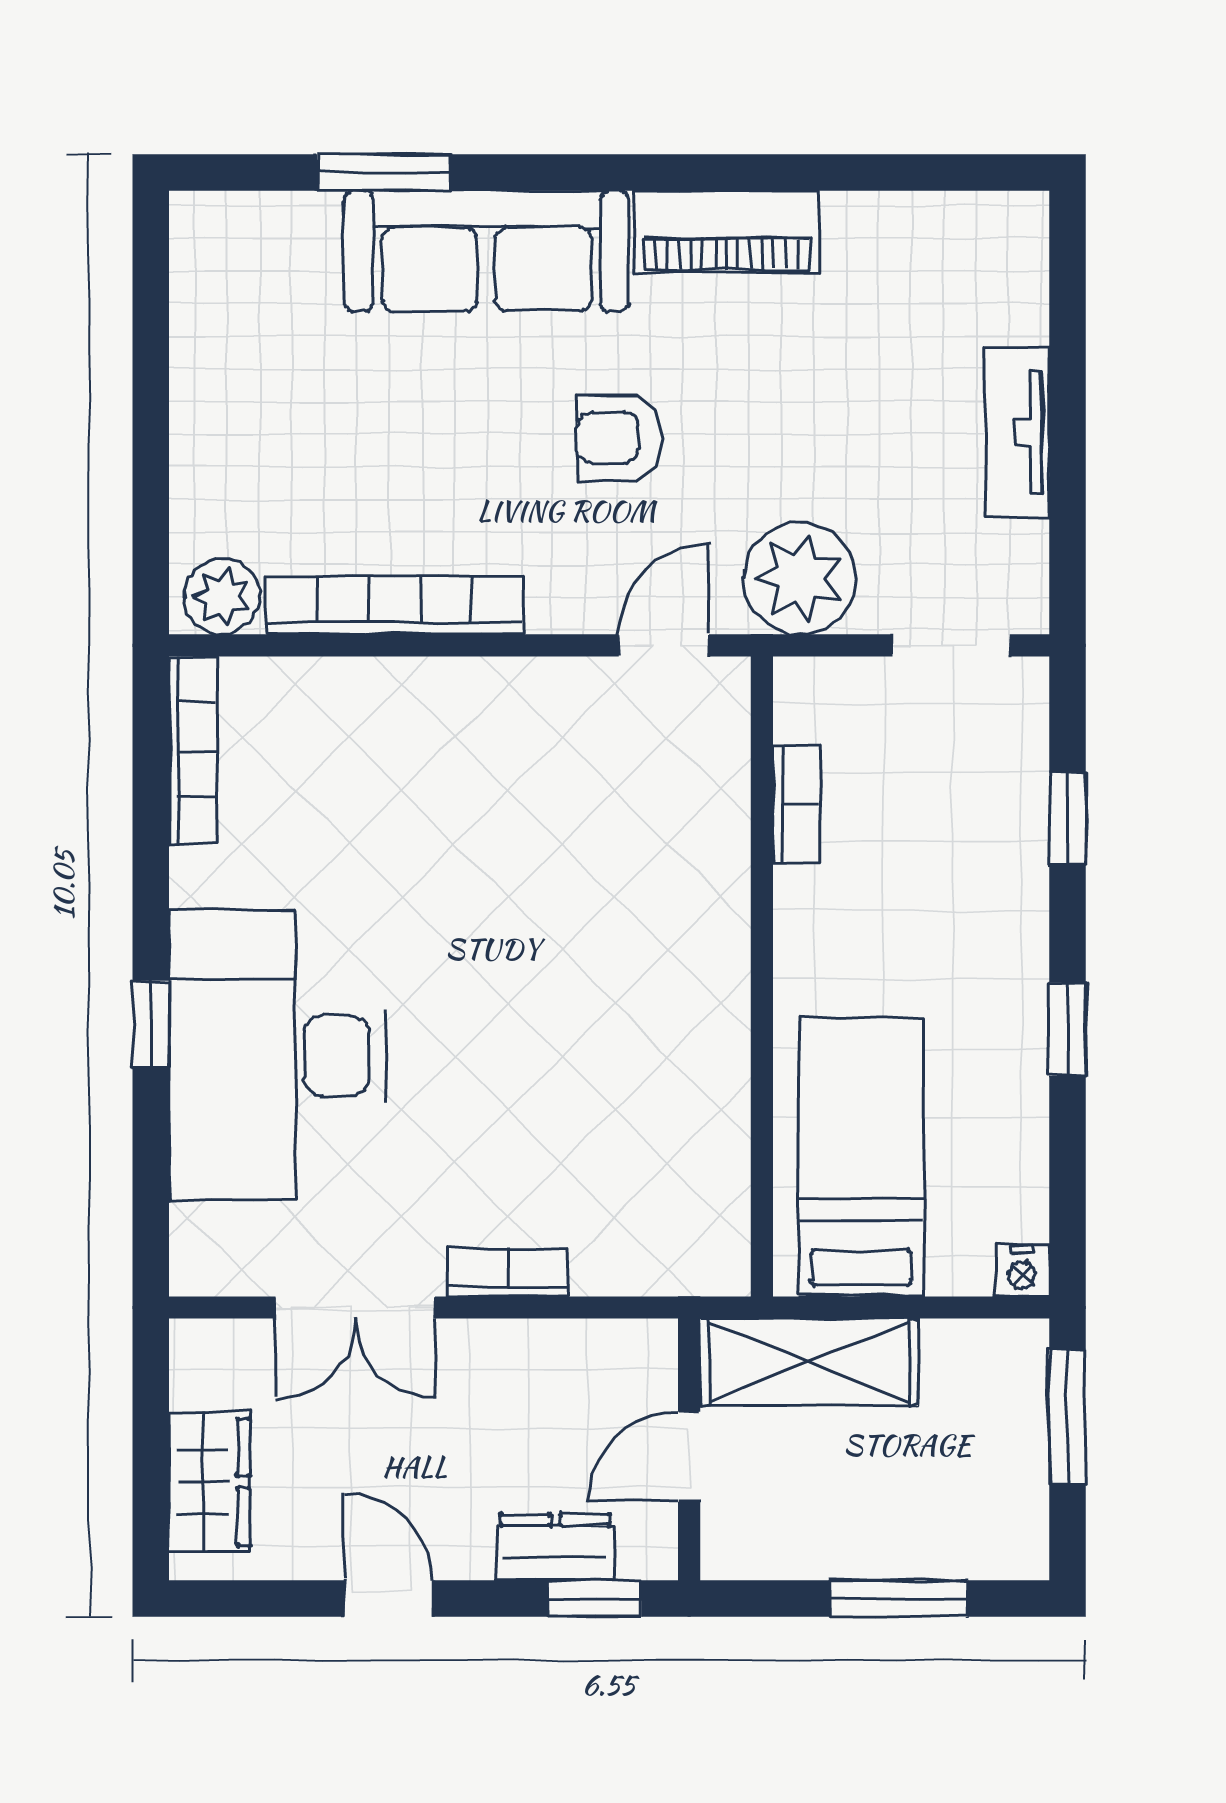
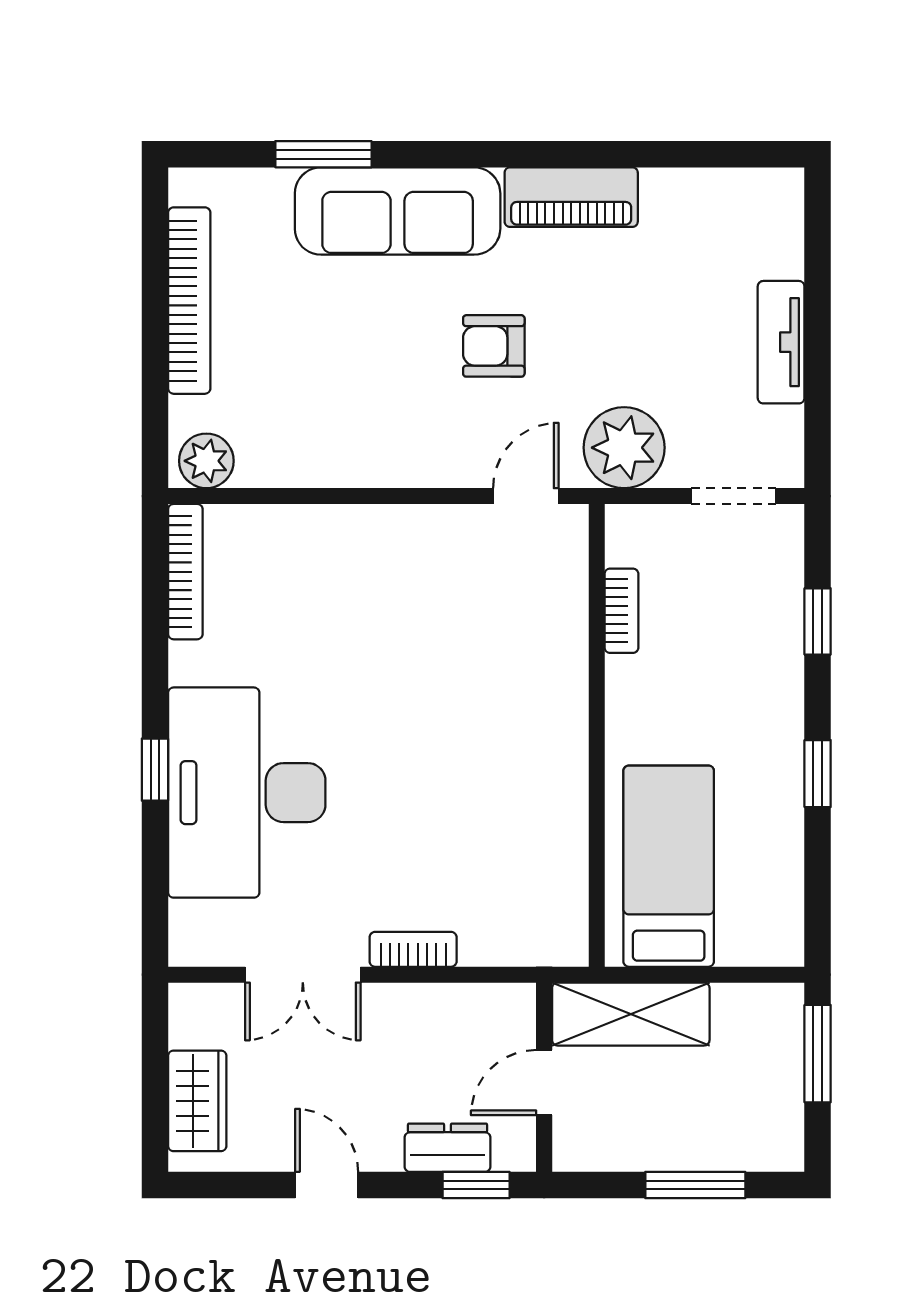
bookcase: (394, 605) -> (189, 301), moved, turned 90
nightstand: (1022, 1271) -> (785, 948), removed

